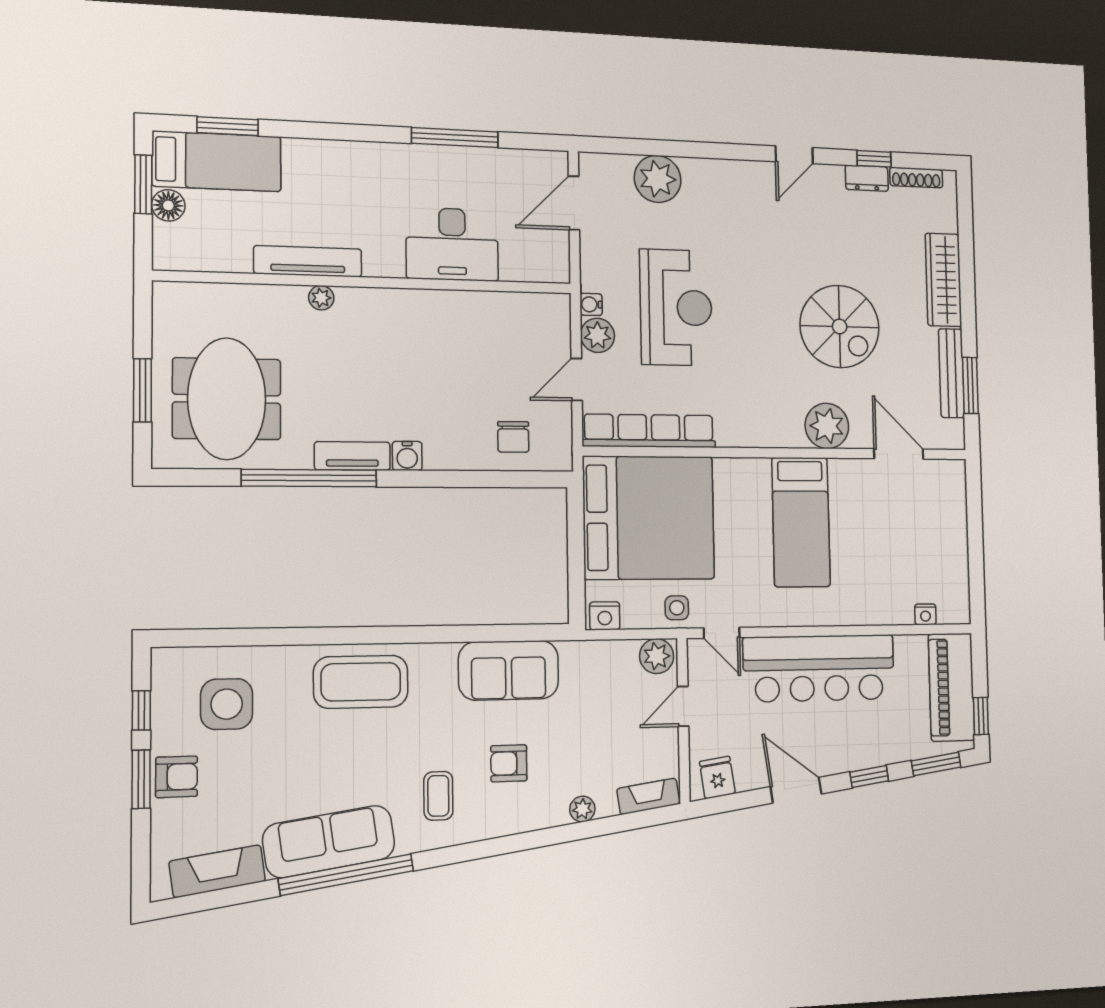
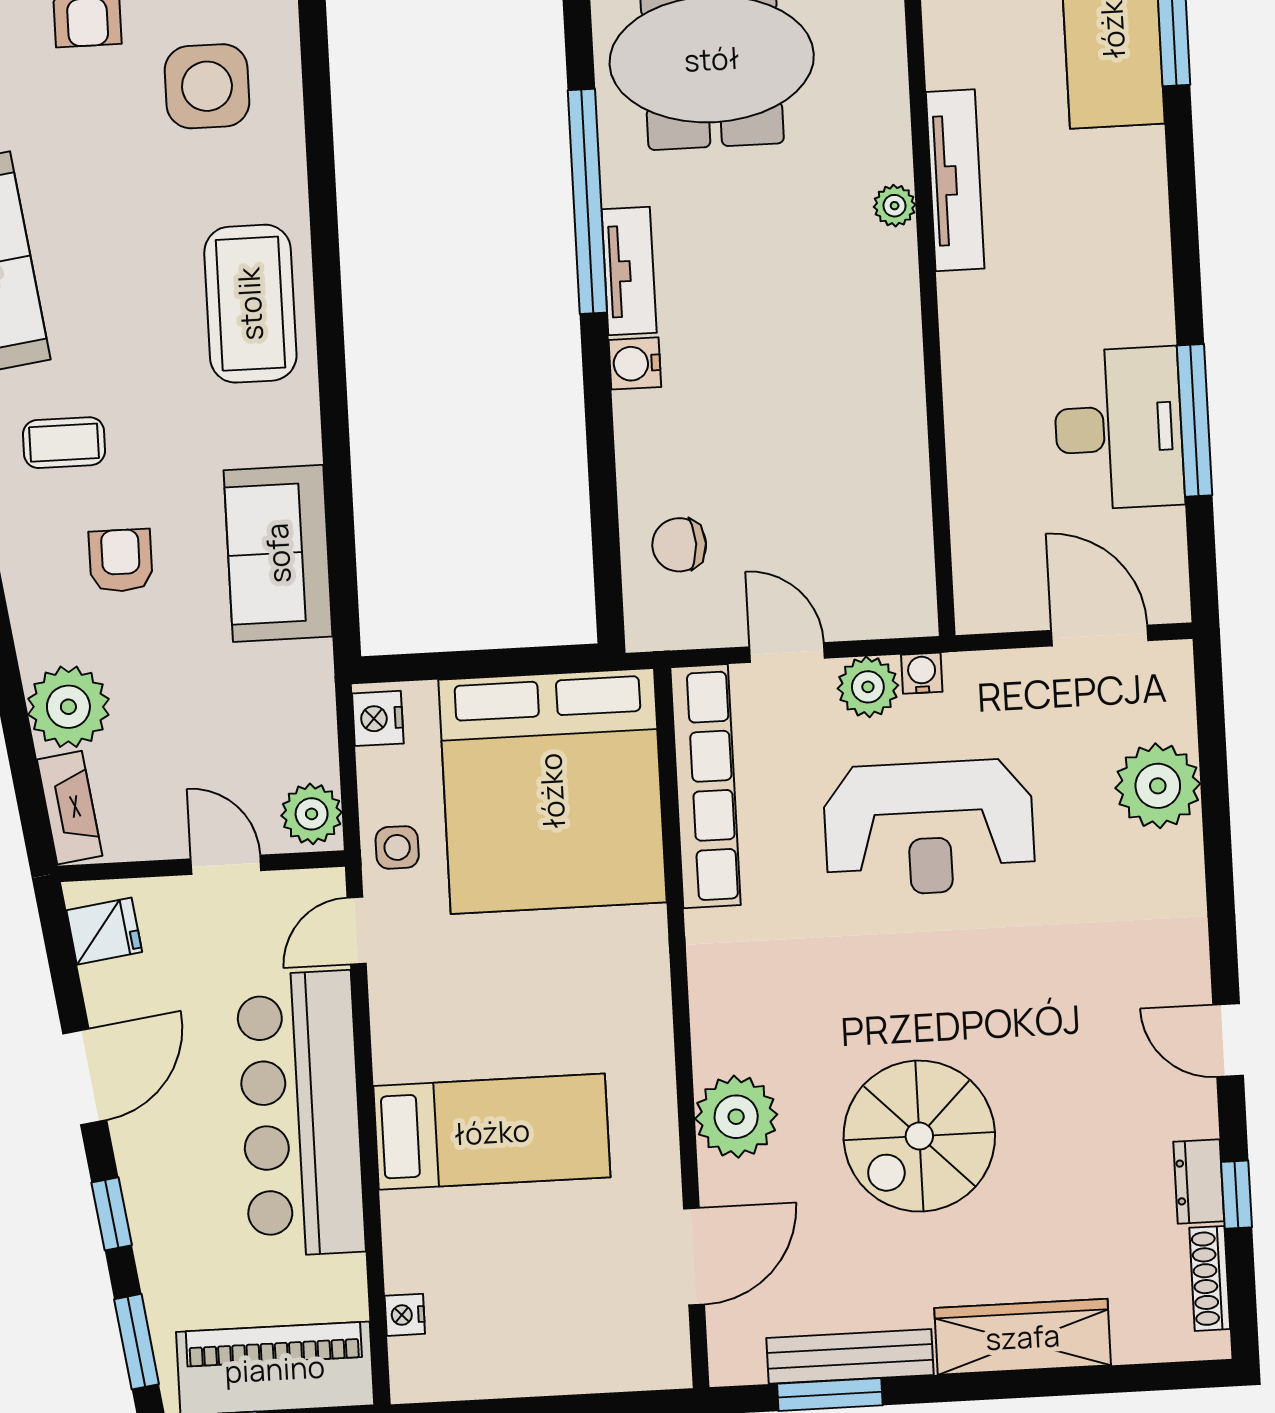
desk: (452, 244) -> (1119, 428), moved, turned 180
bed: (801, 522) -> (492, 1132), moved, turned 180
plant: (582, 809) -> (68, 707), width x1.87, depth x1.87

